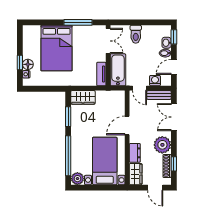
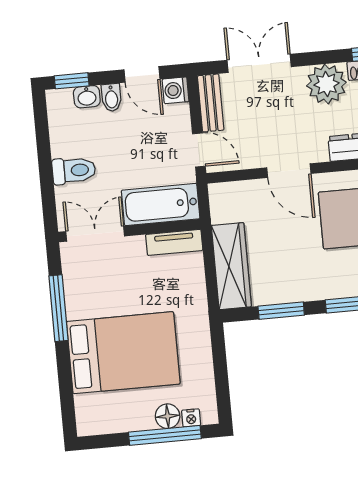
window: (20, 62) -> (165, 435), width x2.17
washing machine: (155, 81) -> (176, 90), moved
door: (140, 88) -> (199, 150), hinge flipped
wardrobe: (83, 97) -> (231, 266), width x1.50
double door: (174, 117) -> (259, 63), swing flipped

